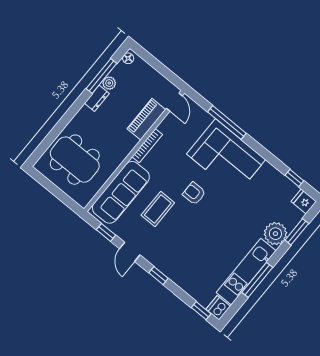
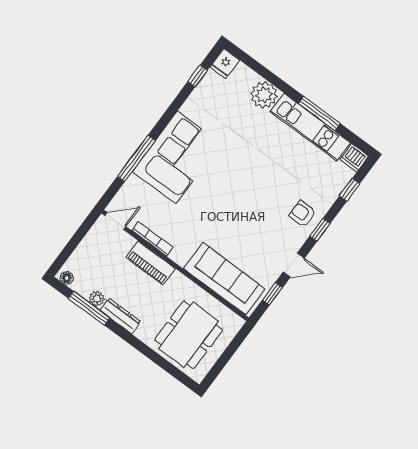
dresser: (97, 98) -> (120, 316), width x1.44
piano: (146, 119) -> (150, 263), moved
bookcase: (147, 146) -> (152, 239), moved
armchair: (194, 193) -> (303, 214), moved, turned 90
coffee table: (158, 209) -> (242, 234), removed
window: (297, 232) -> (261, 70), removed
window: (201, 311) -> (350, 190), moved

